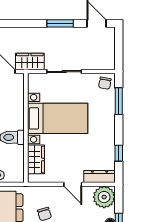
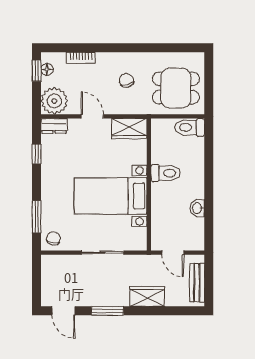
wardrobe: (30, 61) -> (147, 296), moved, turned 180
wardrobe: (36, 159) -> (129, 129), moved, turned -90
dresser: (100, 176) -> (54, 126), width x0.70

